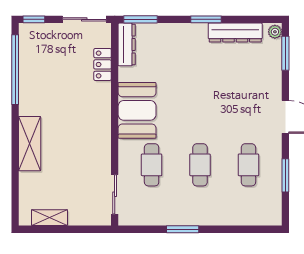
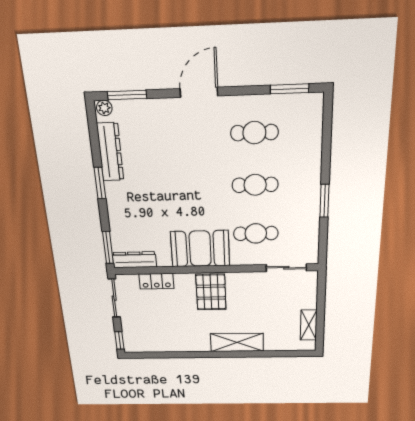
window: (15, 70) -> (168, 355), removed
pallet: (89, 119) -> (211, 292), added
window: (285, 175) -> (289, 89), moved

